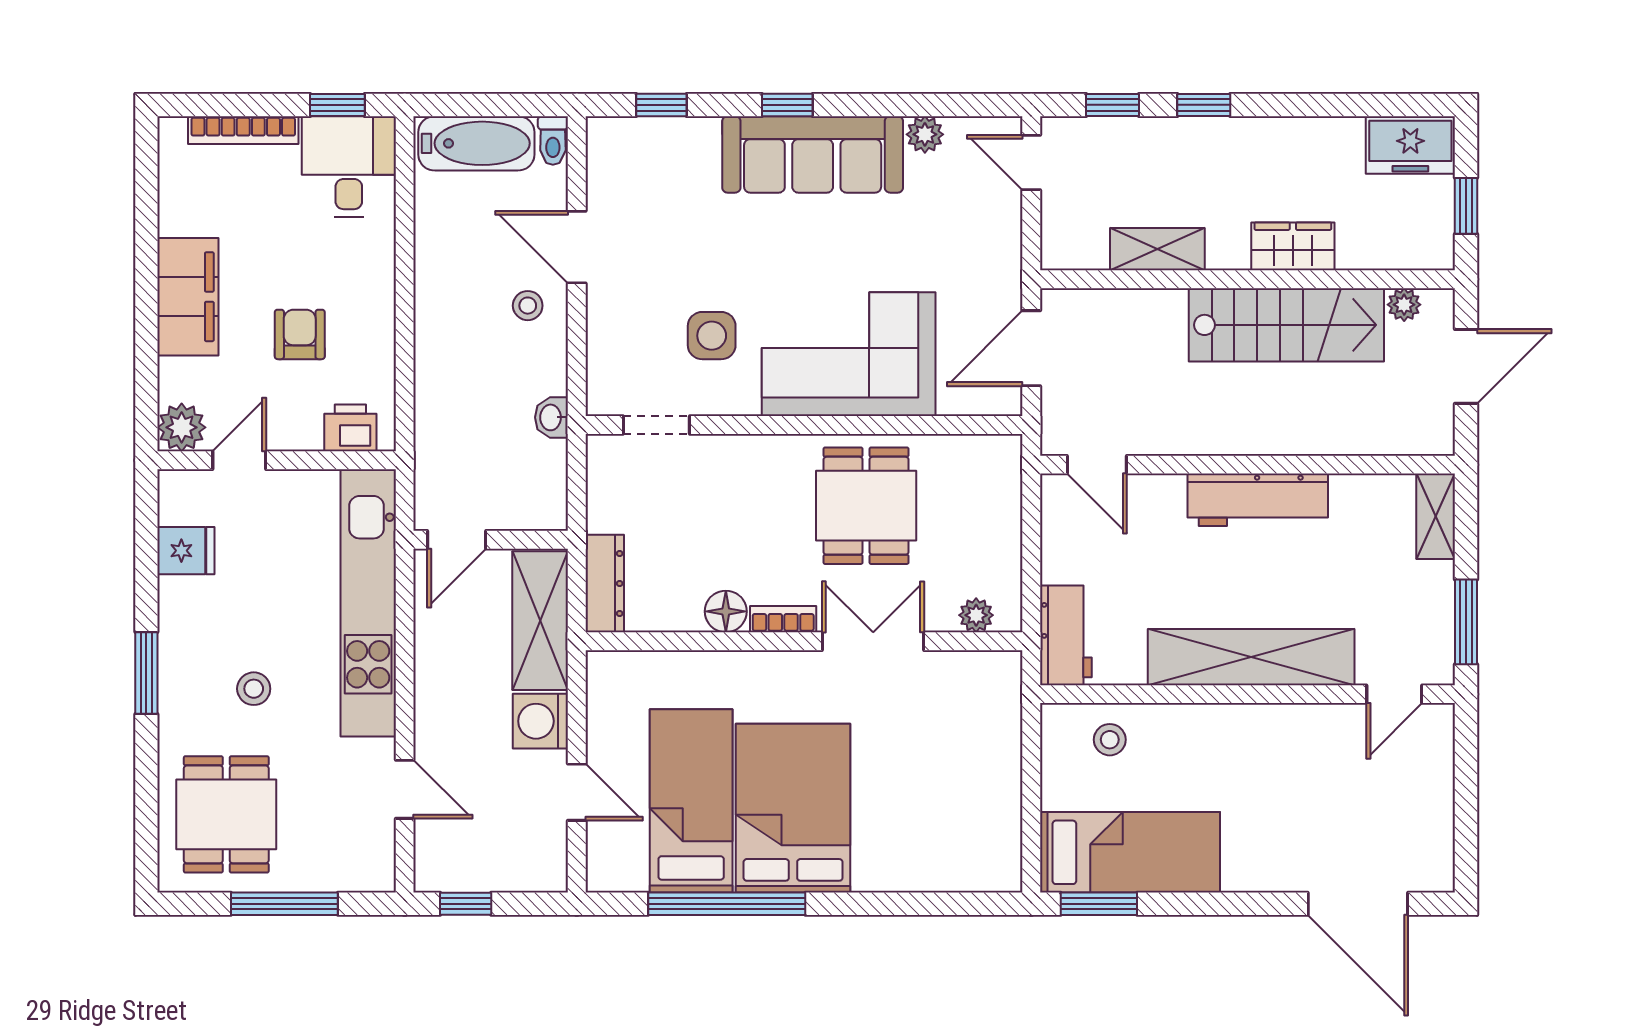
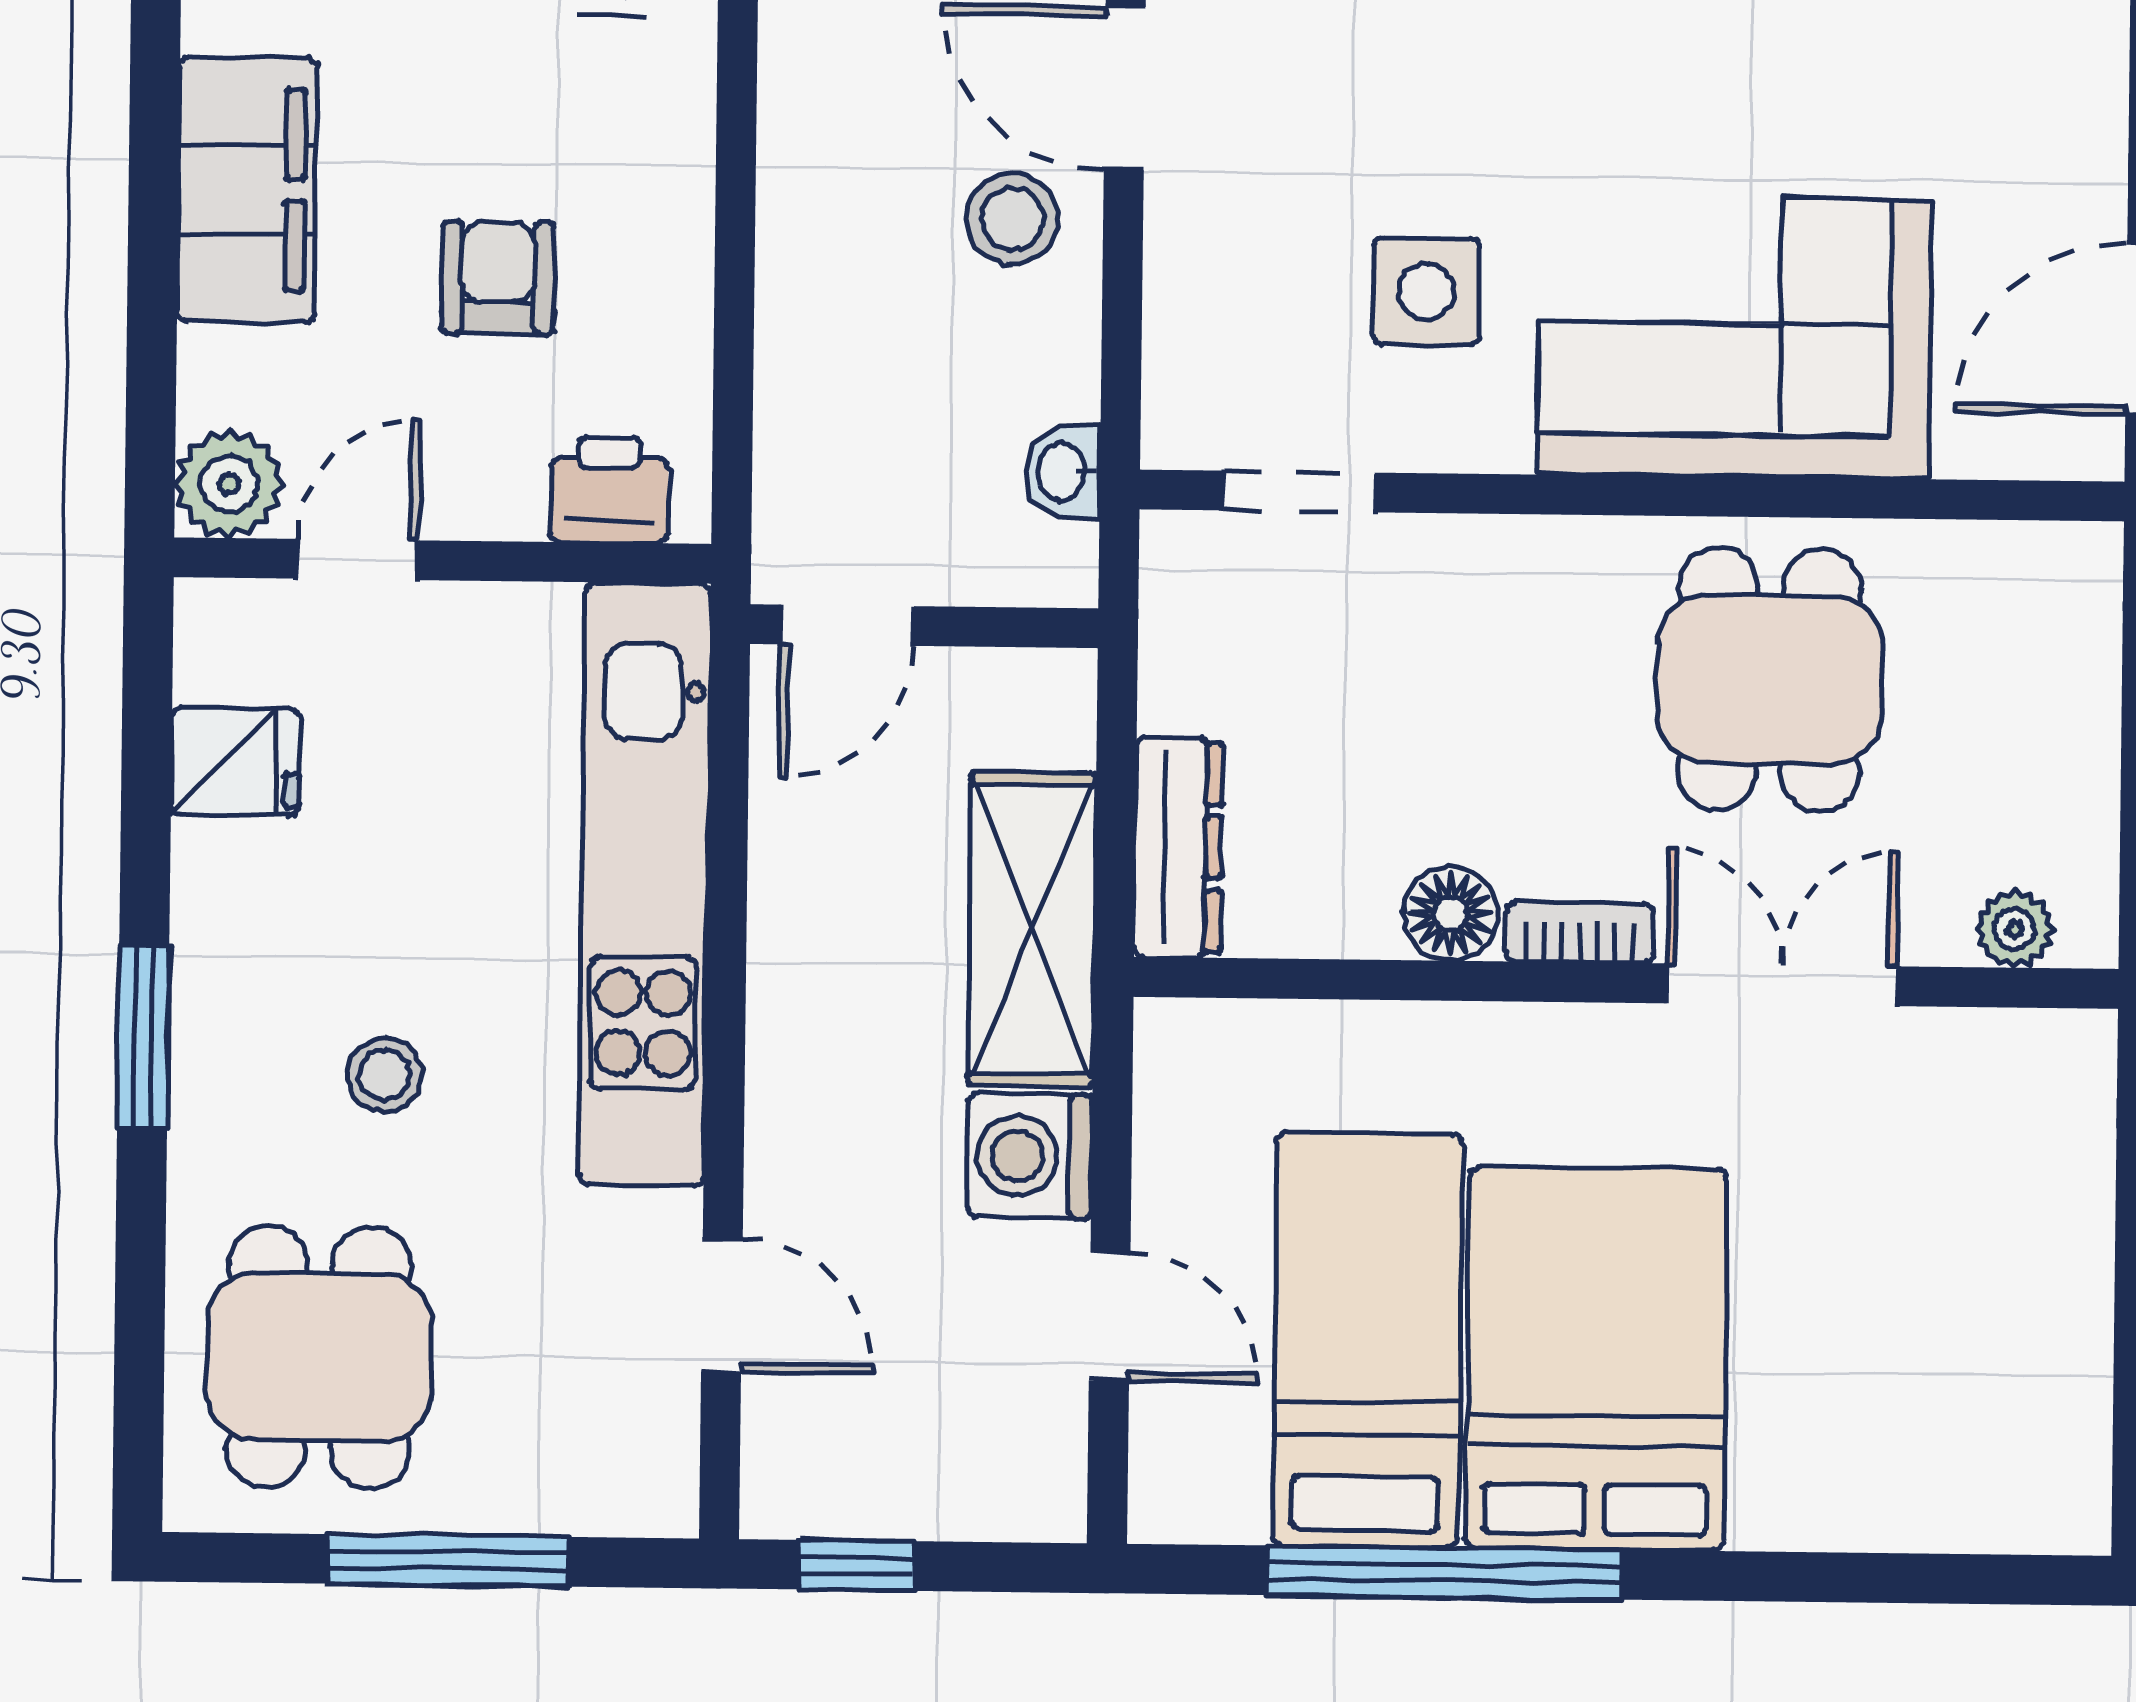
stool: (528, 306) -> (1013, 219), width x1.37, depth x1.37
door: (457, 540) -> (847, 625), moved
wall: (491, 540) -> (924, 626), moved

